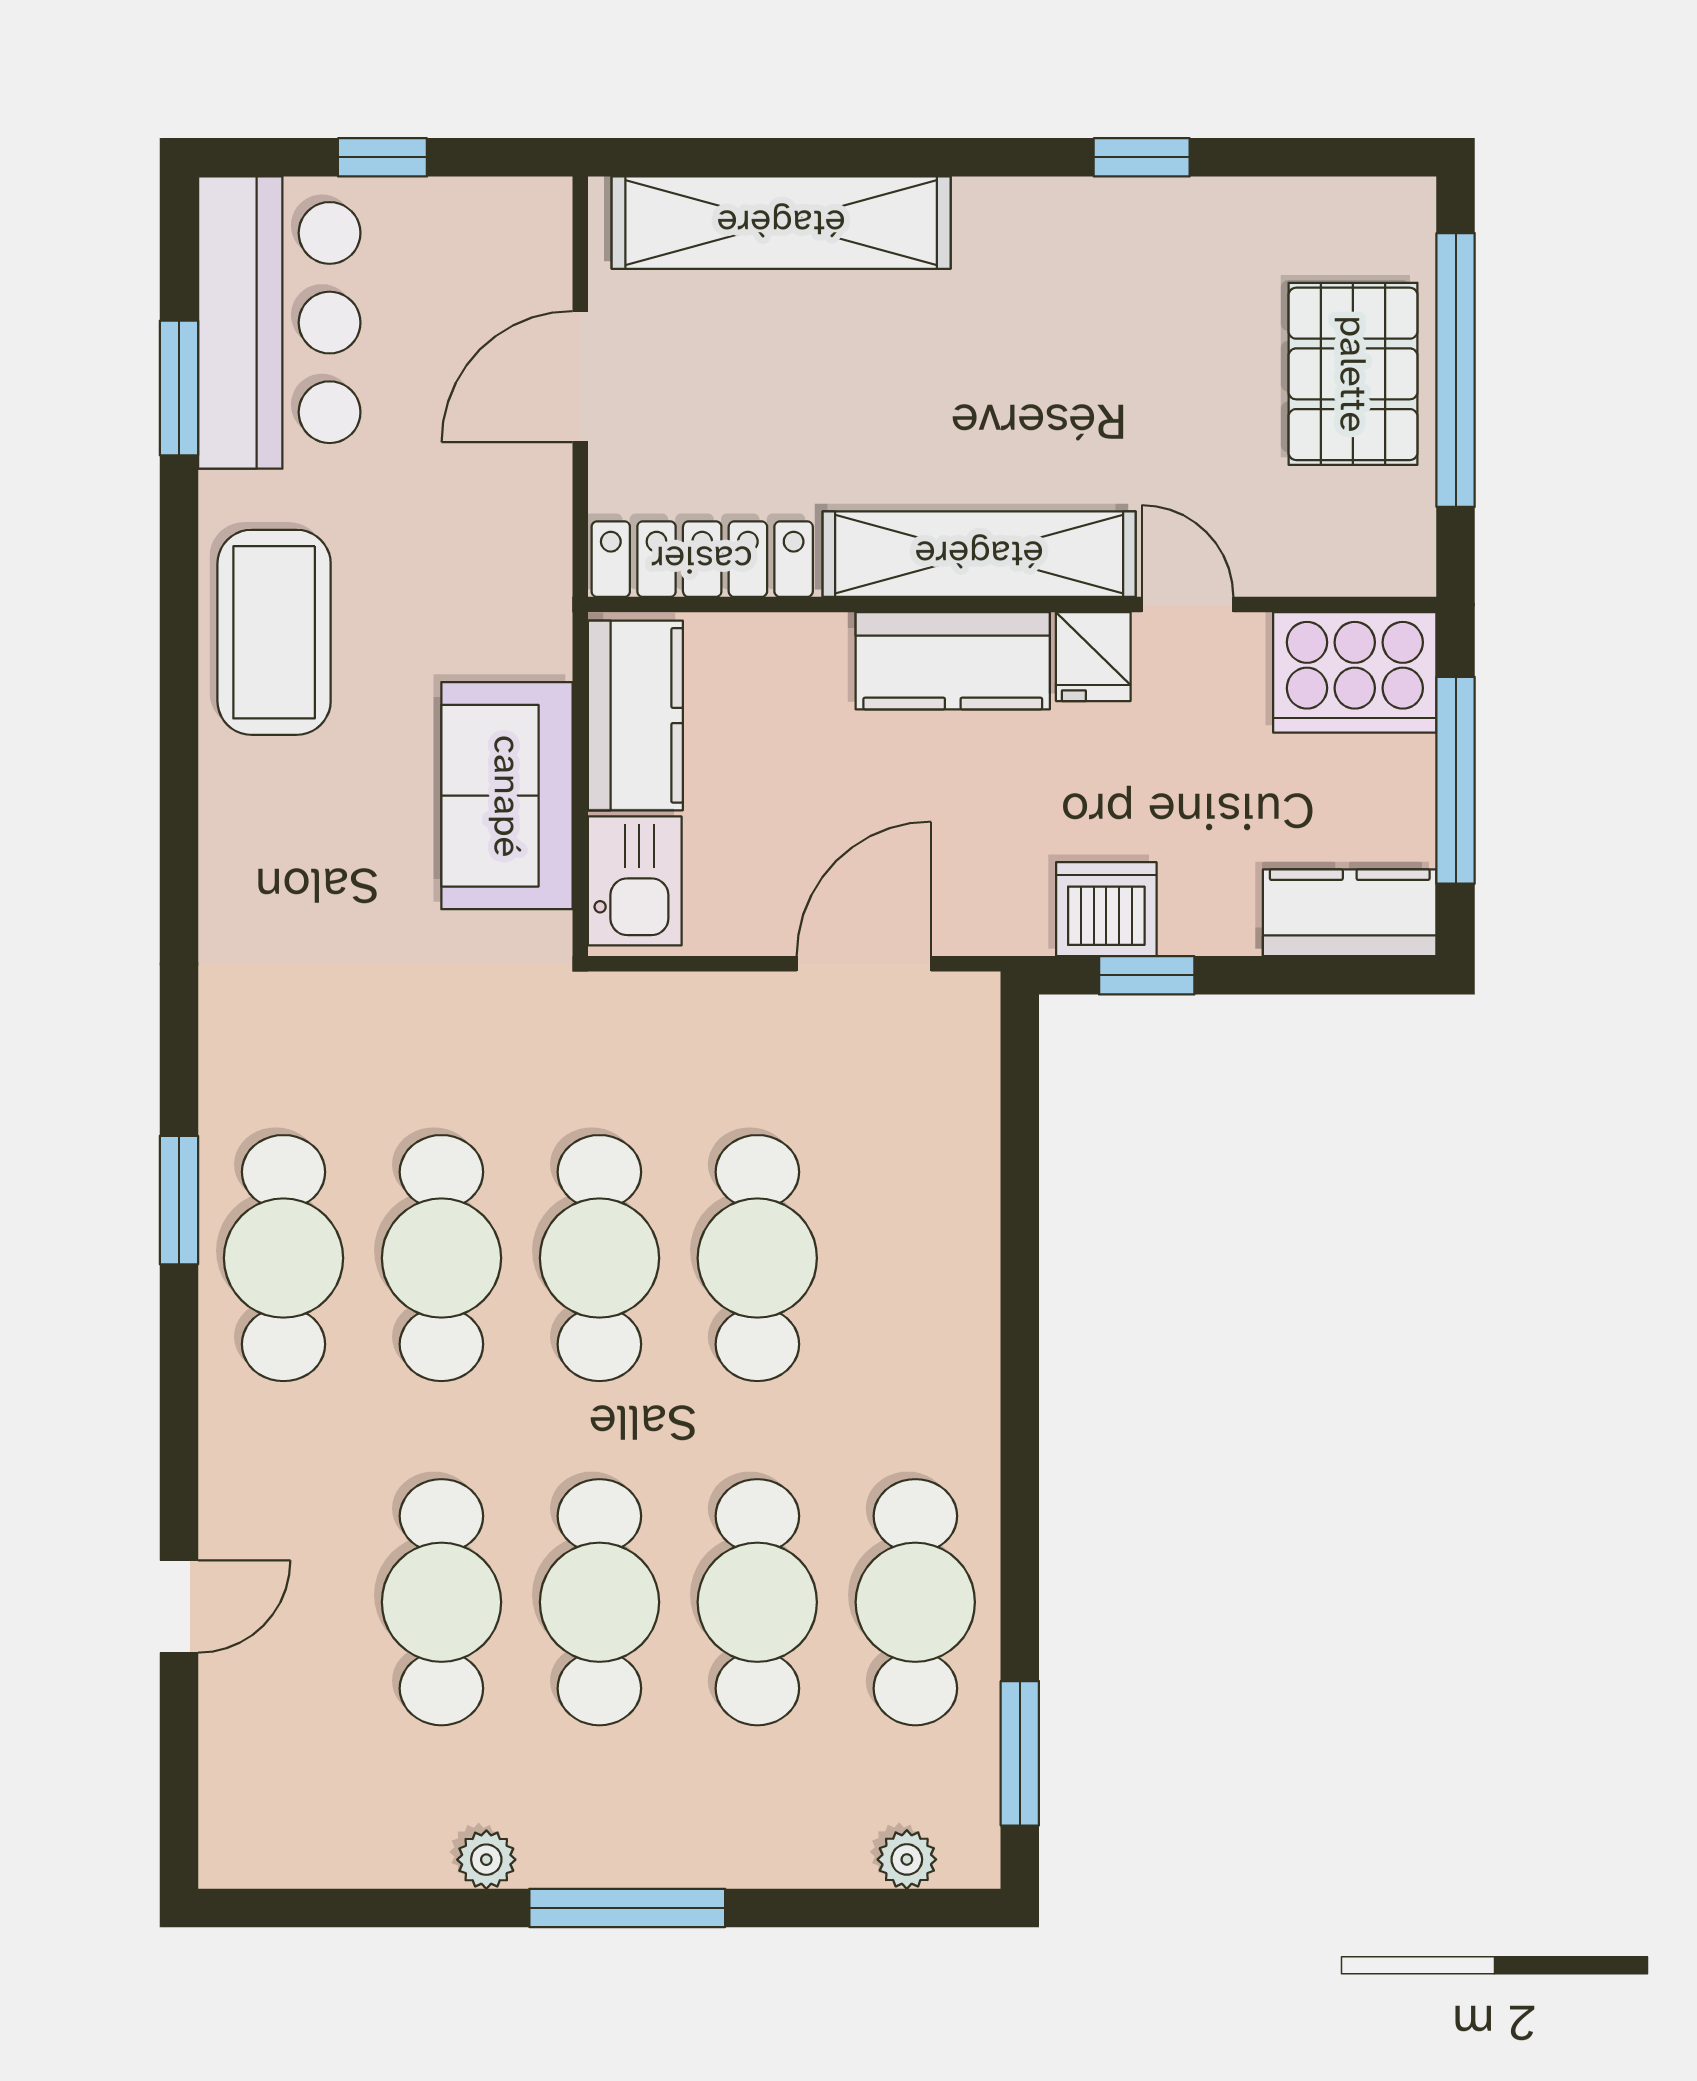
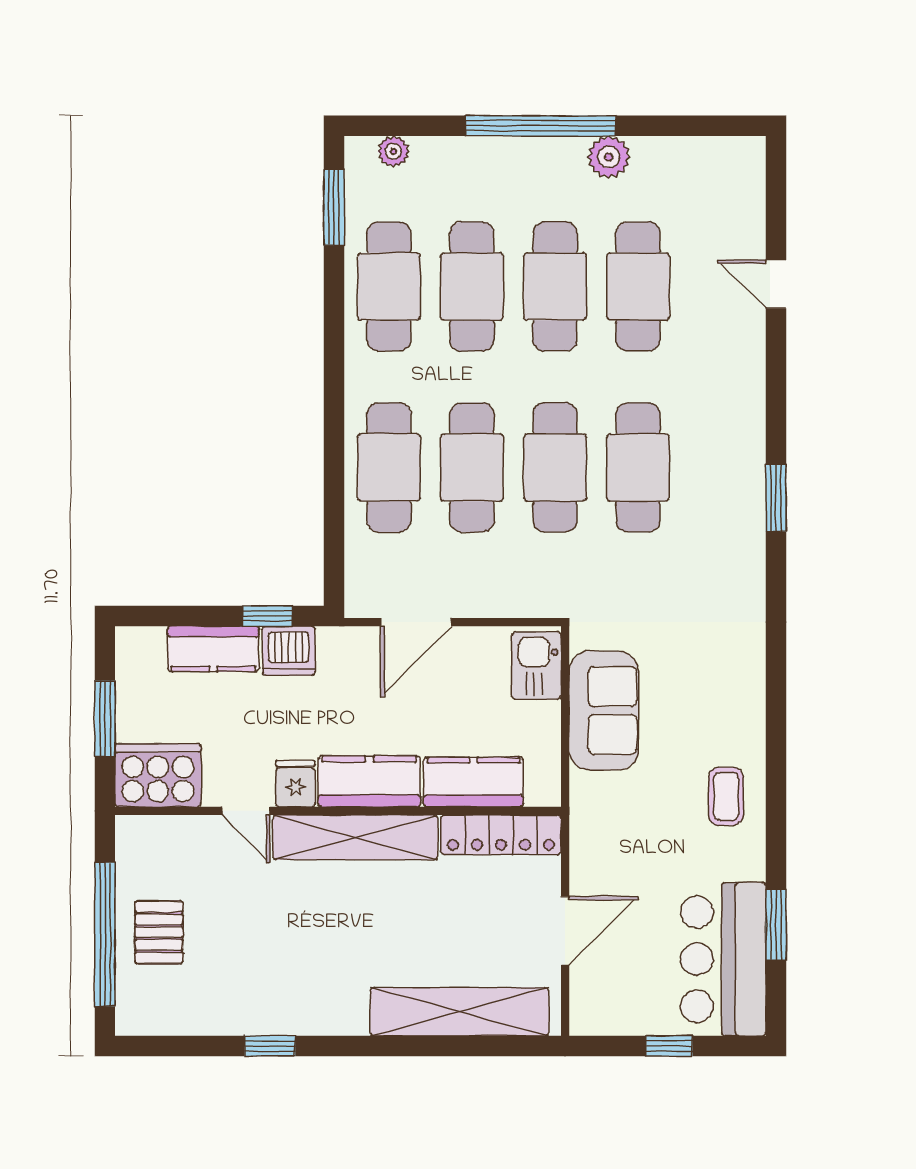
pallet: (1353, 374) -> (159, 932), width x0.67, depth x0.71
coffee table: (274, 632) -> (726, 796), width x0.54, depth x0.58
kitchen counter: (635, 715) -> (473, 782), moved, turned 90
window: (1456, 780) -> (105, 719), width x0.69
kitchen counter: (1350, 913) -> (213, 649), moved
cafe table: (283, 1258) -> (389, 467), moved
door: (179, 1607) -> (776, 284), hinge flipped
plant: (486, 1860) -> (609, 157), width x1.38, depth x1.38
window: (627, 1908) -> (540, 126), width x1.46

